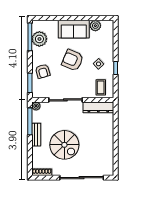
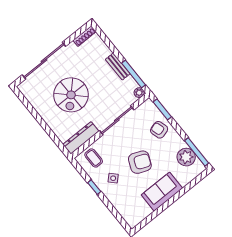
plant: (95, 26) -> (145, 211), removed
spiral stairs: (64, 145) -> (71, 95), moved, turned -90

